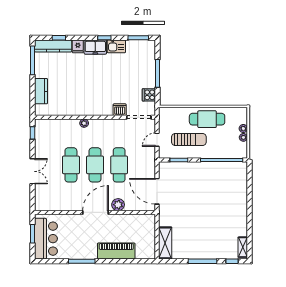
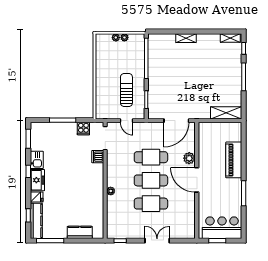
cafe table: (207, 119) -> (107, 72), removed
shelving: (243, 201) -> (186, 38), added

